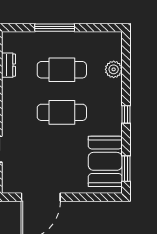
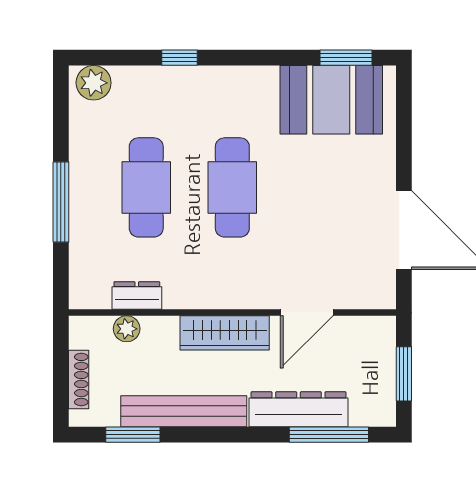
plant: (114, 69) -> (94, 83), moved
window: (126, 114) -> (179, 58), moved

